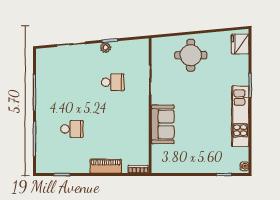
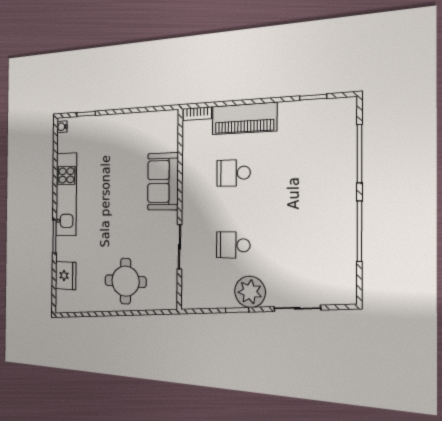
fridge: (240, 44) -> (66, 276), moved
plant: (106, 48) -> (250, 292), width x1.88, depth x1.88
school desk: (72, 129) -> (233, 173), moved
piano: (106, 166) -> (244, 119), width x1.37, depth x1.33

